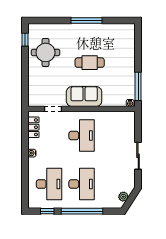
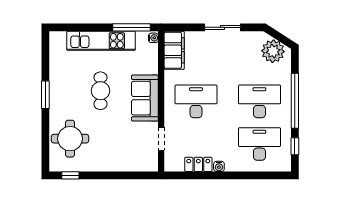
window: (87, 21) -> (45, 95), width x0.69
round table: (46, 52) -> (70, 139), moved
kitchen unit: (128, 63) -> (101, 41), added
filing cabinet: (121, 119) -> (174, 50), added
locker: (33, 127) -> (198, 164), moved
plant: (123, 197) -> (273, 51), width x1.88, depth x1.88

